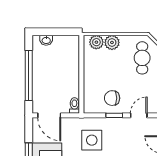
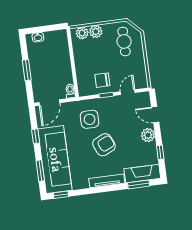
window: (29, 75) -> (27, 70), width x0.47
door: (49, 115) -> (49, 103), hinge flipped

